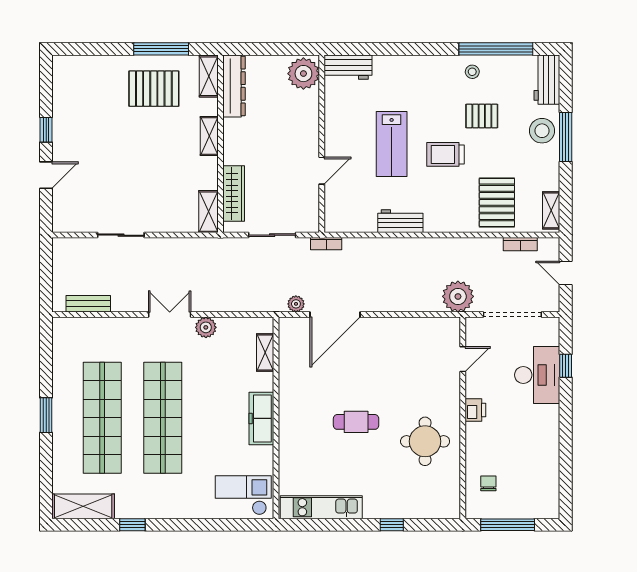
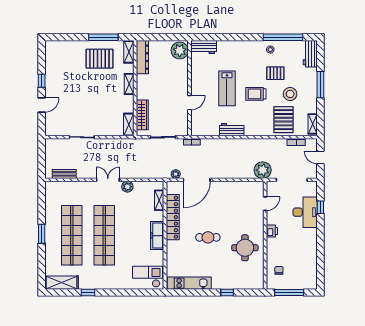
stool: (542, 131) -> (290, 94), moved
locker: (290, 384) -> (173, 217), added

